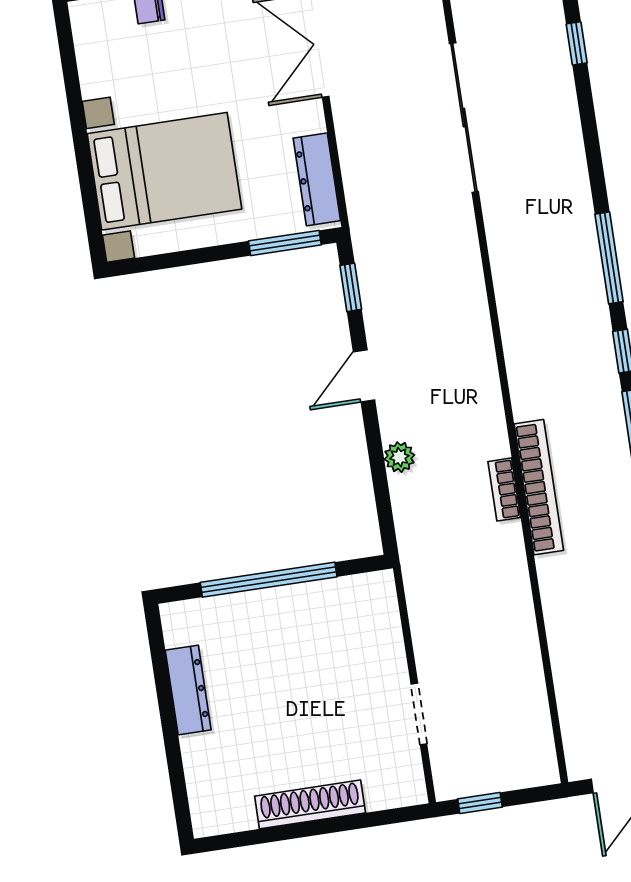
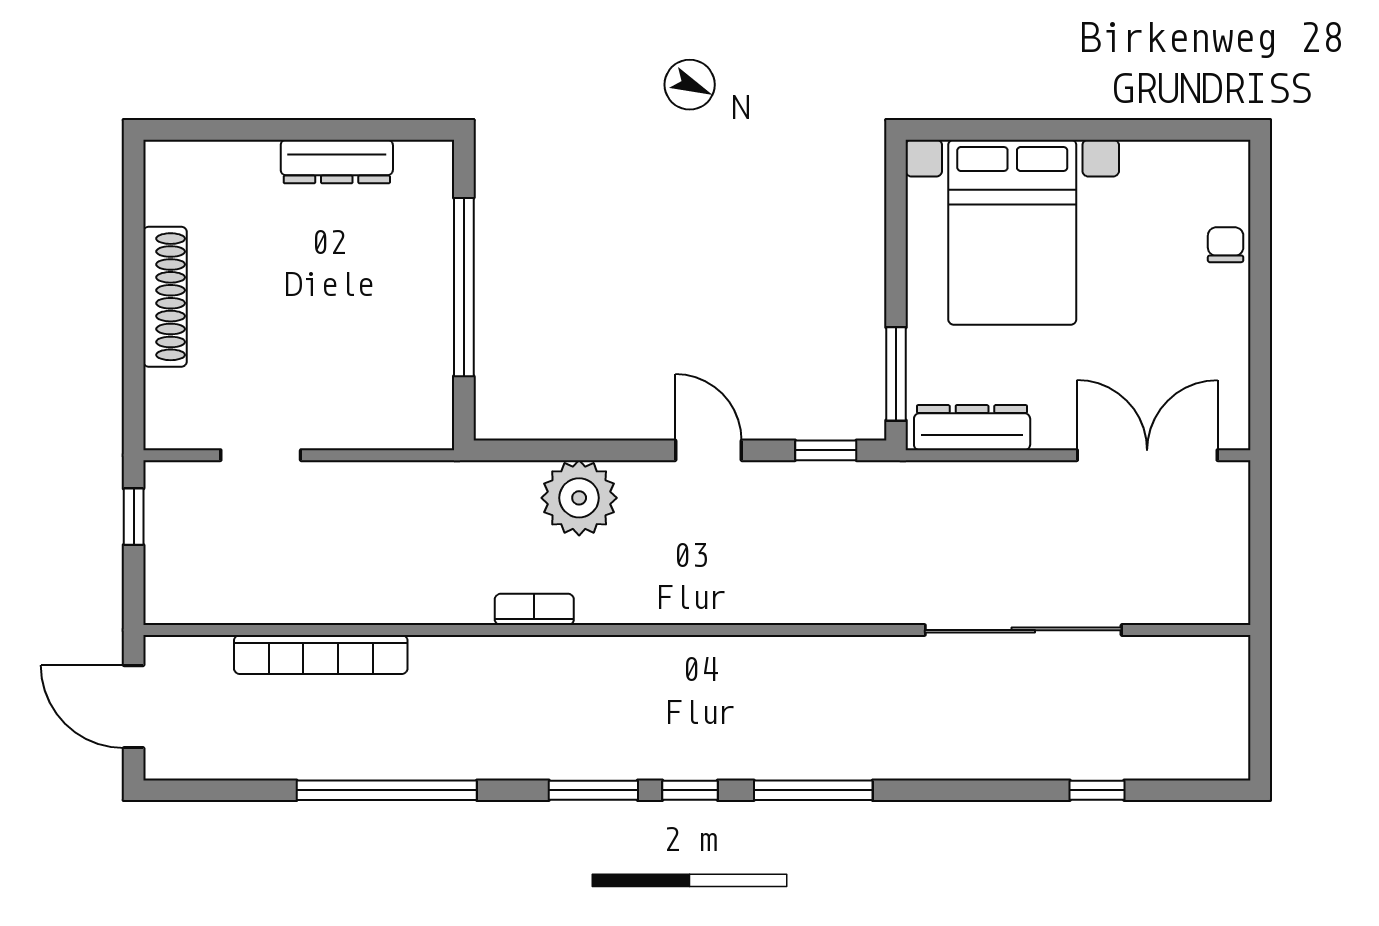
plant: (399, 457) -> (579, 498), width x1.87, depth x1.87
bookcase: (539, 487) -> (321, 655), moved

